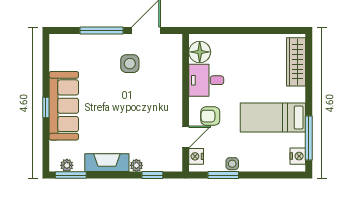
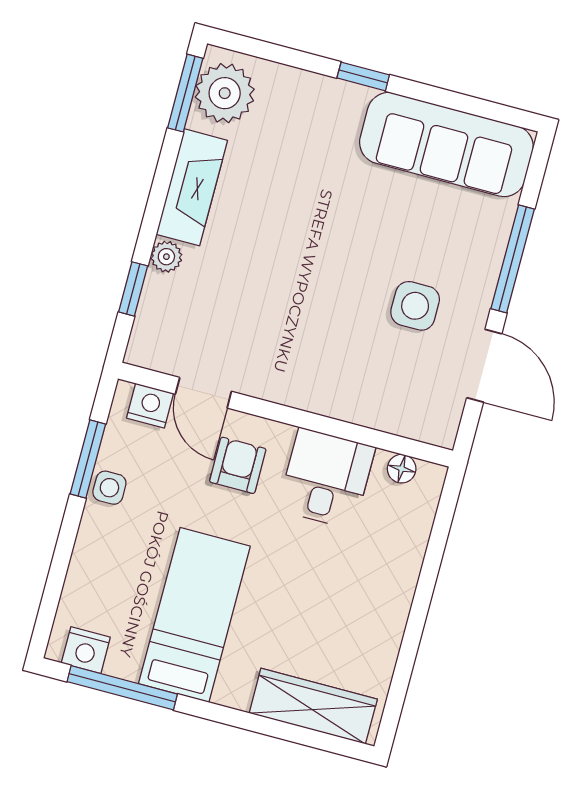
floor lamp: (200, 52) -> (402, 469), width x0.53, depth x0.53
sofa: (64, 106) -> (446, 145), moved
plant: (67, 165) -> (225, 93), width x1.87, depth x1.87

